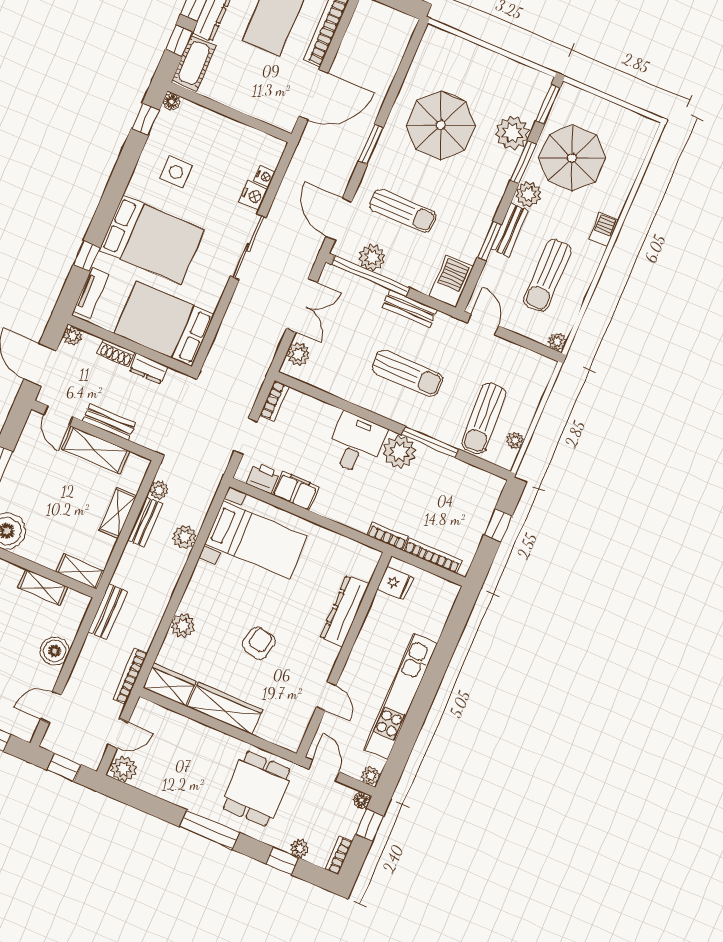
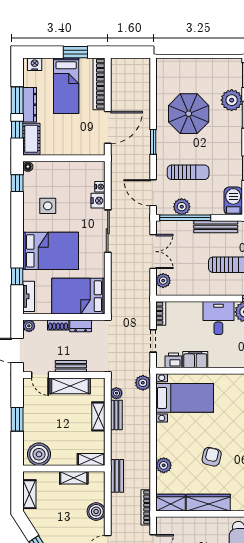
bench: (409, 308) -> (216, 227), width x1.36
plant: (184, 537) -> (143, 383), moved

